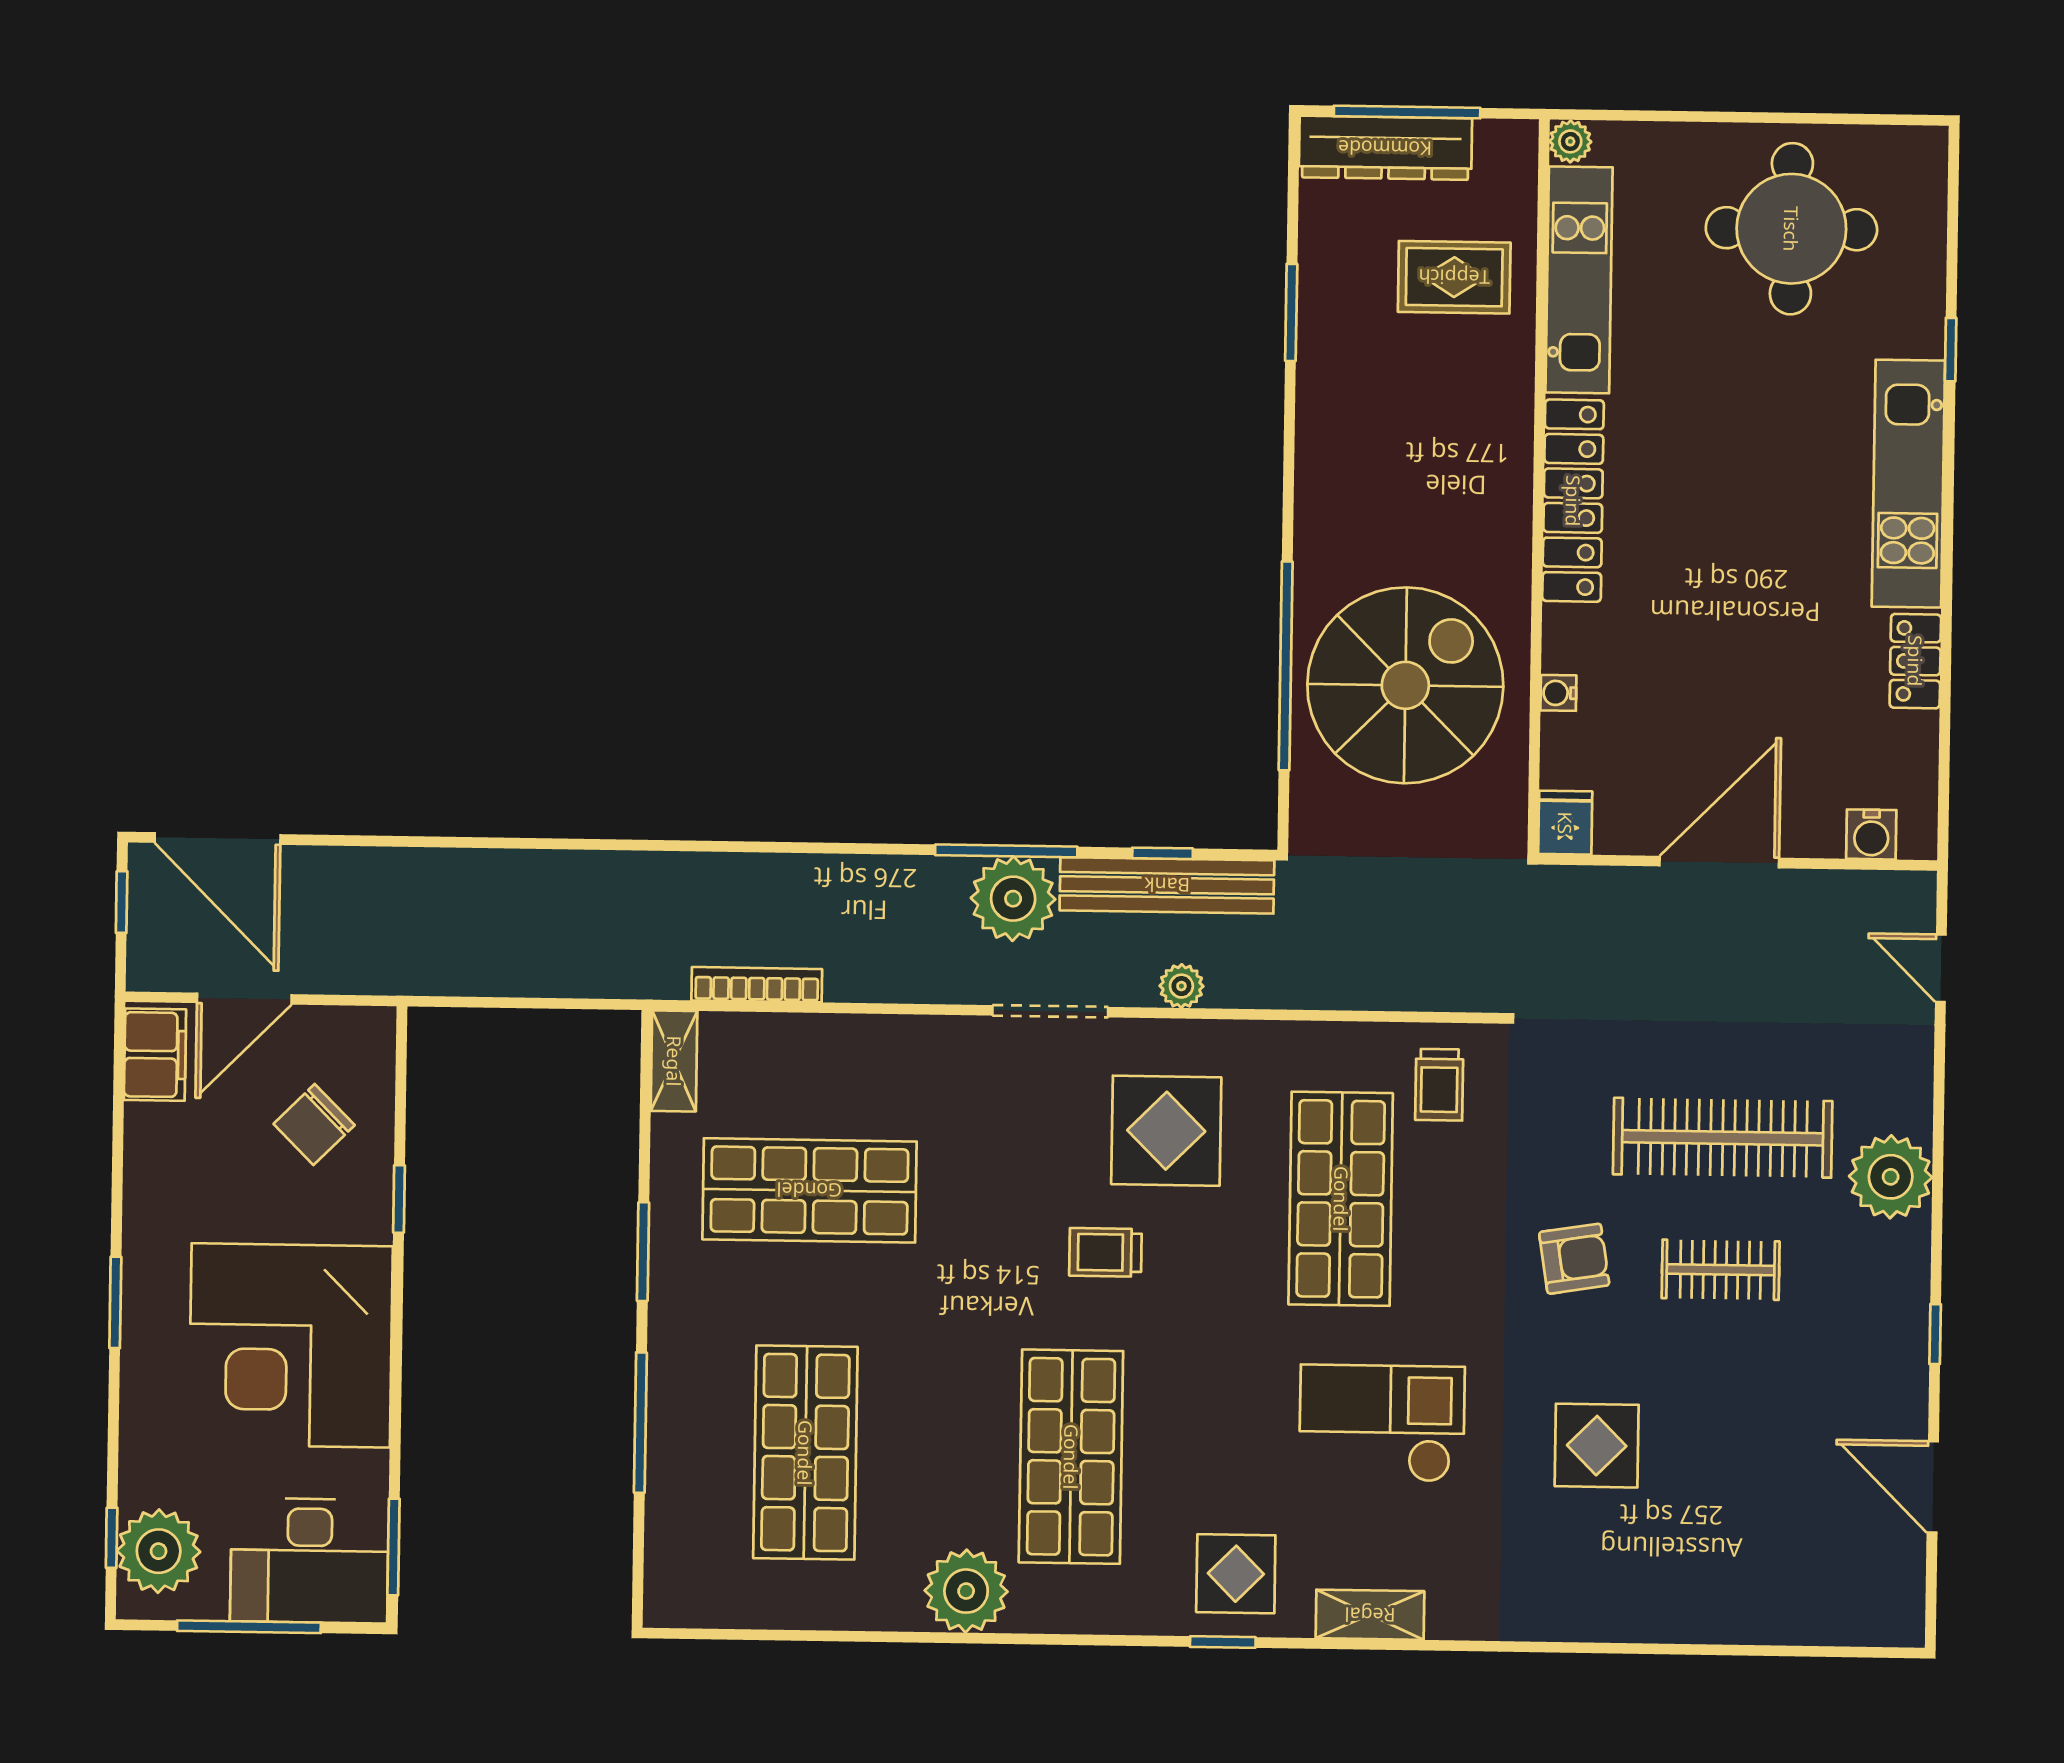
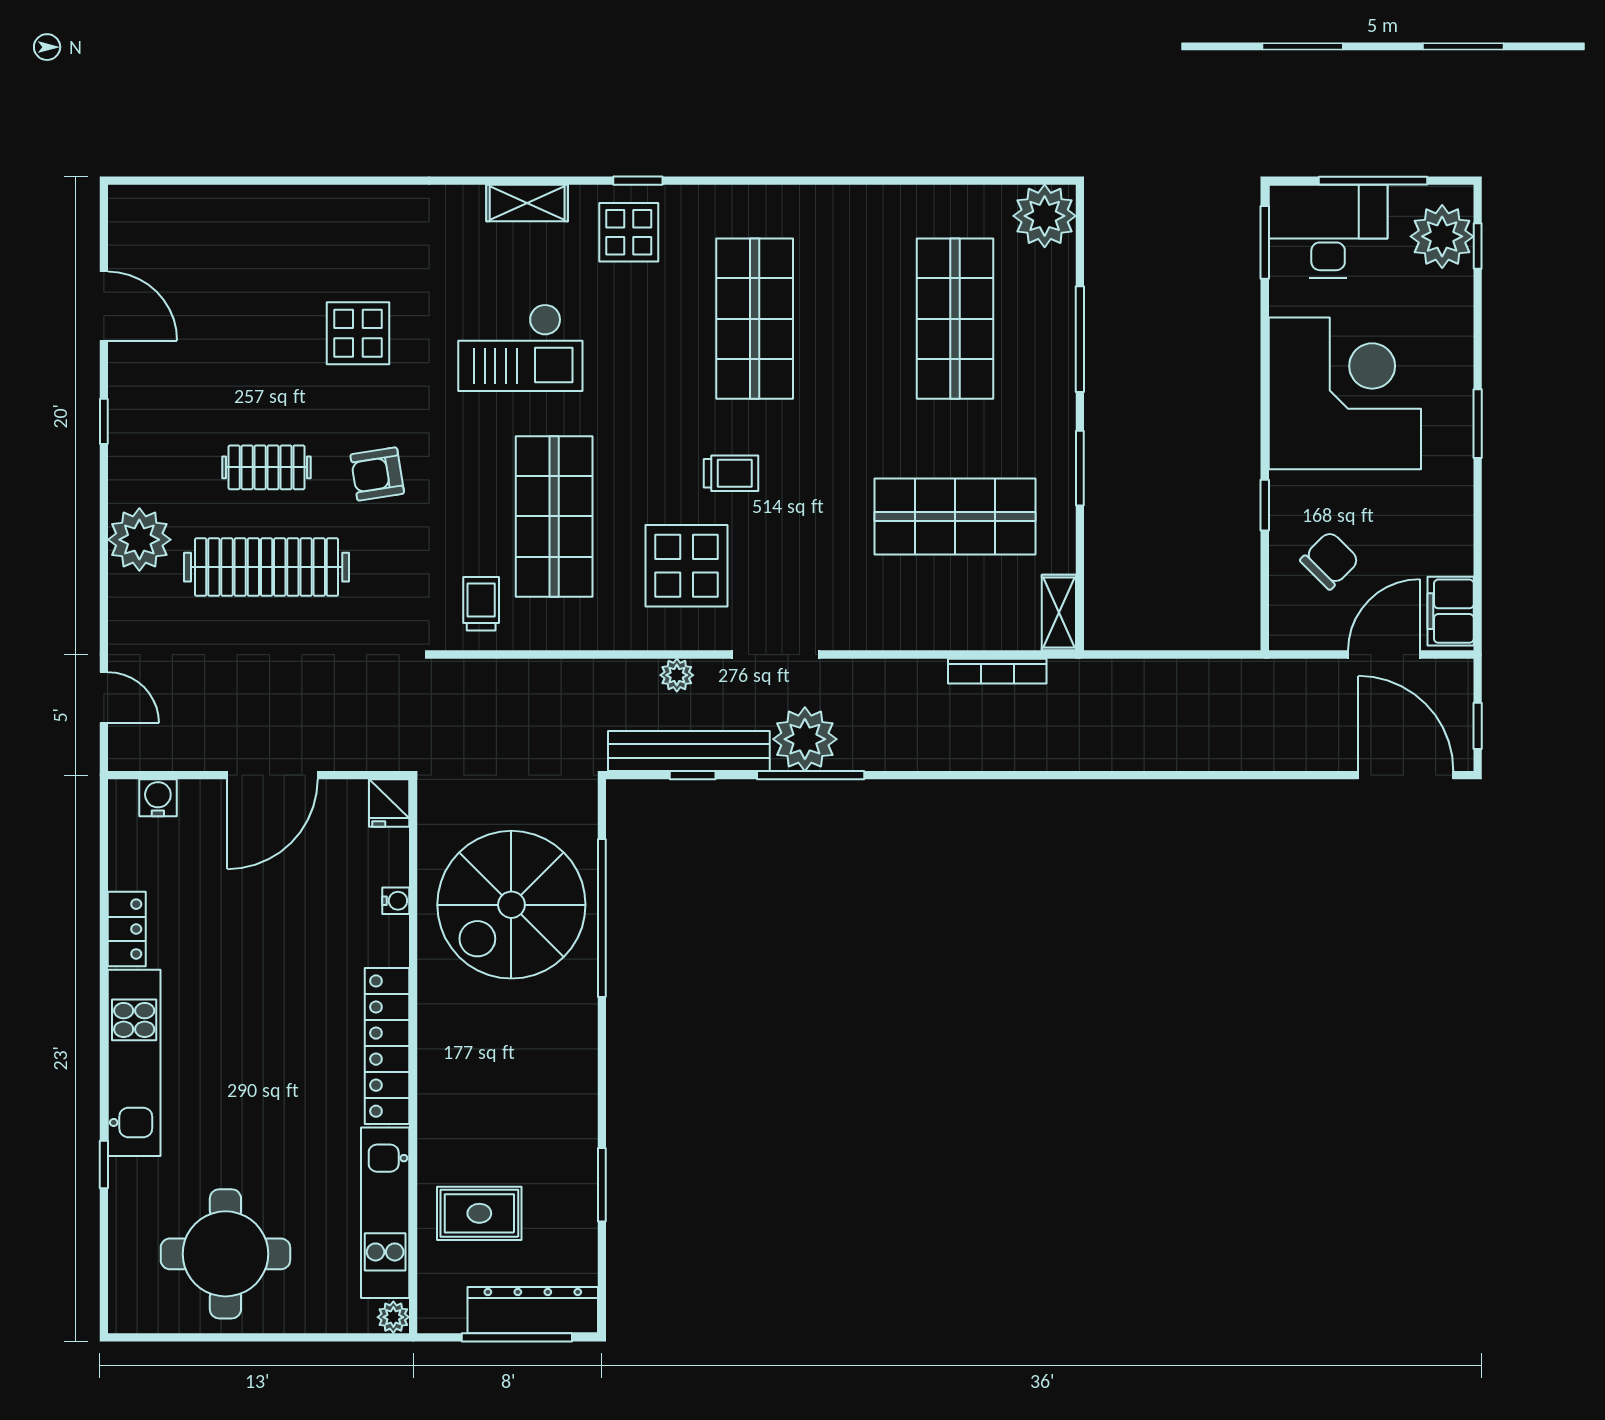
plant: (966, 1591) -> (1045, 216), moved

